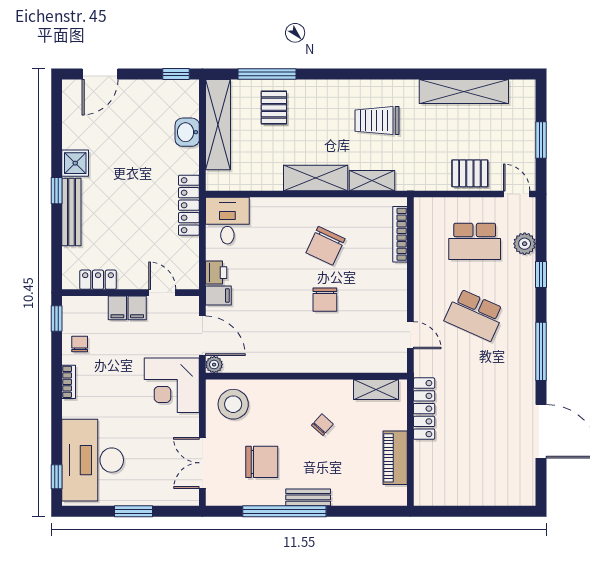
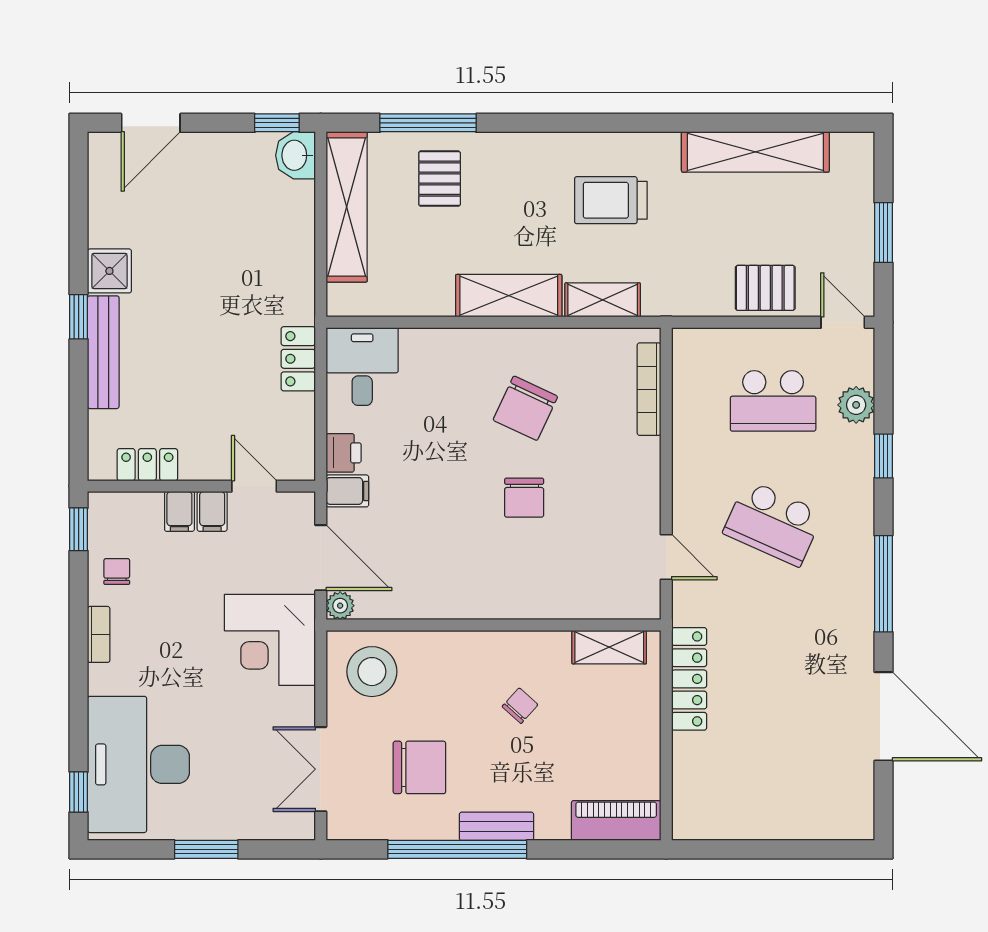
washbasin: (187, 132) -> (295, 155), moved
locker: (189, 205) -> (298, 359), width x0.66
piano: (395, 458) -> (616, 821), moved, turned 90

